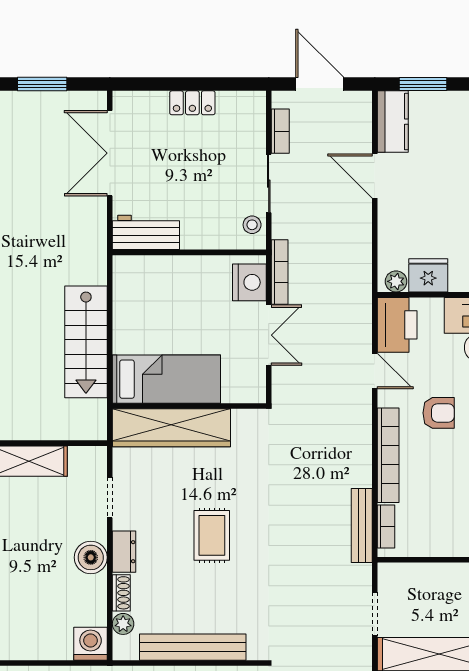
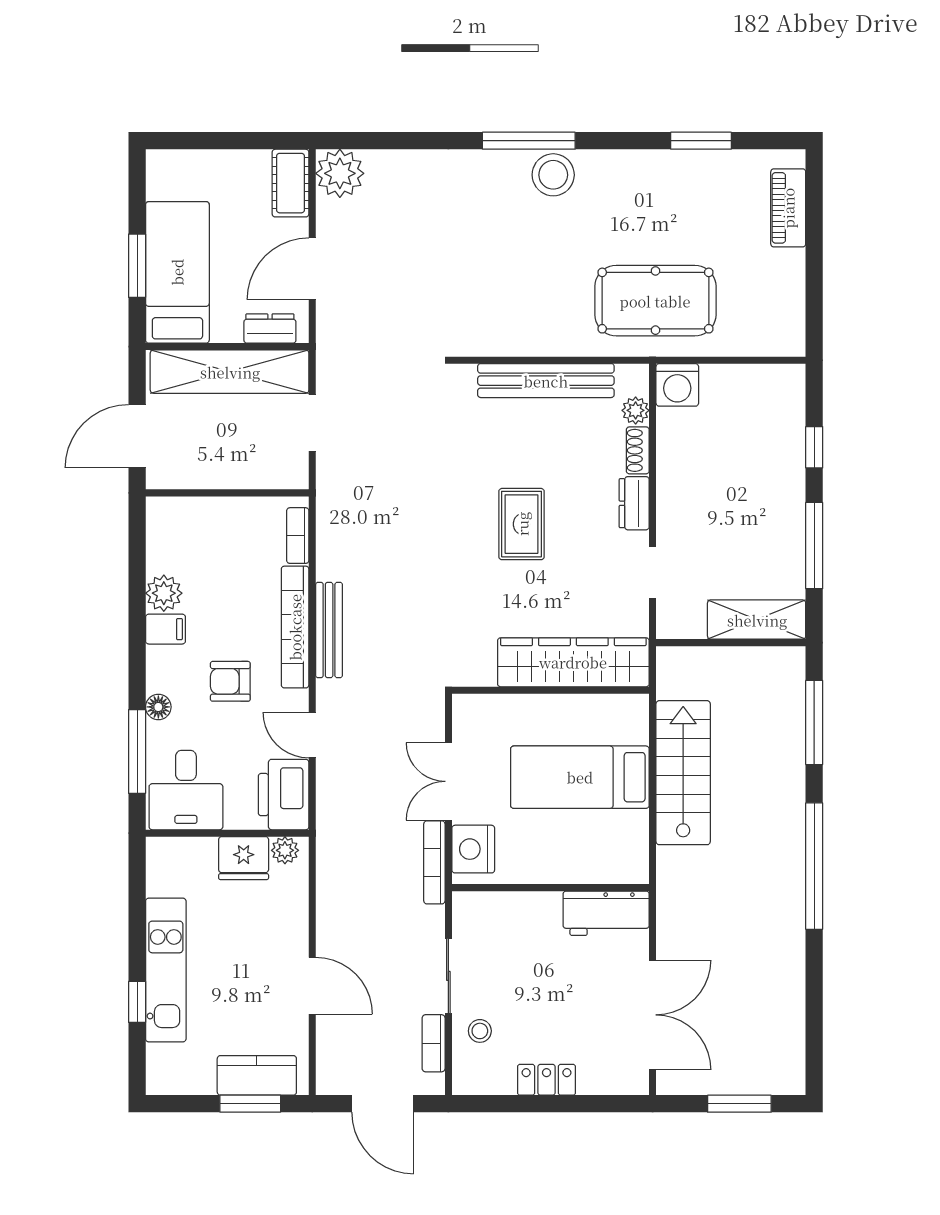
kitchen counter: (393, 122) -> (257, 1075), moved, turned 90
stool: (252, 225) -> (480, 1031), moved
bed: (166, 379) -> (580, 777), moved
bench: (362, 525) -> (329, 630), moved
boiler: (91, 557) -> (677, 496), removed

